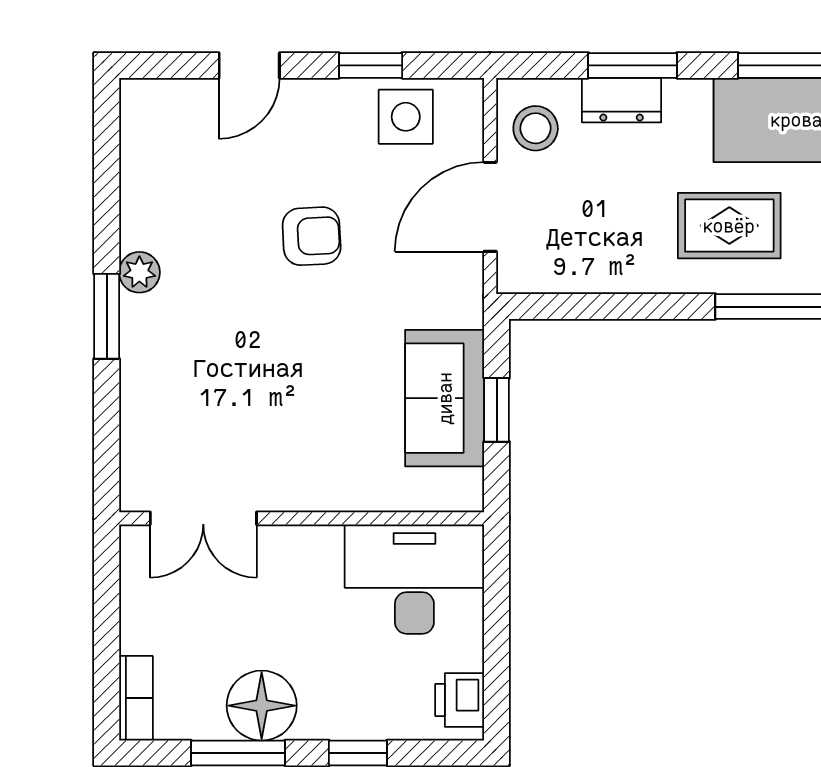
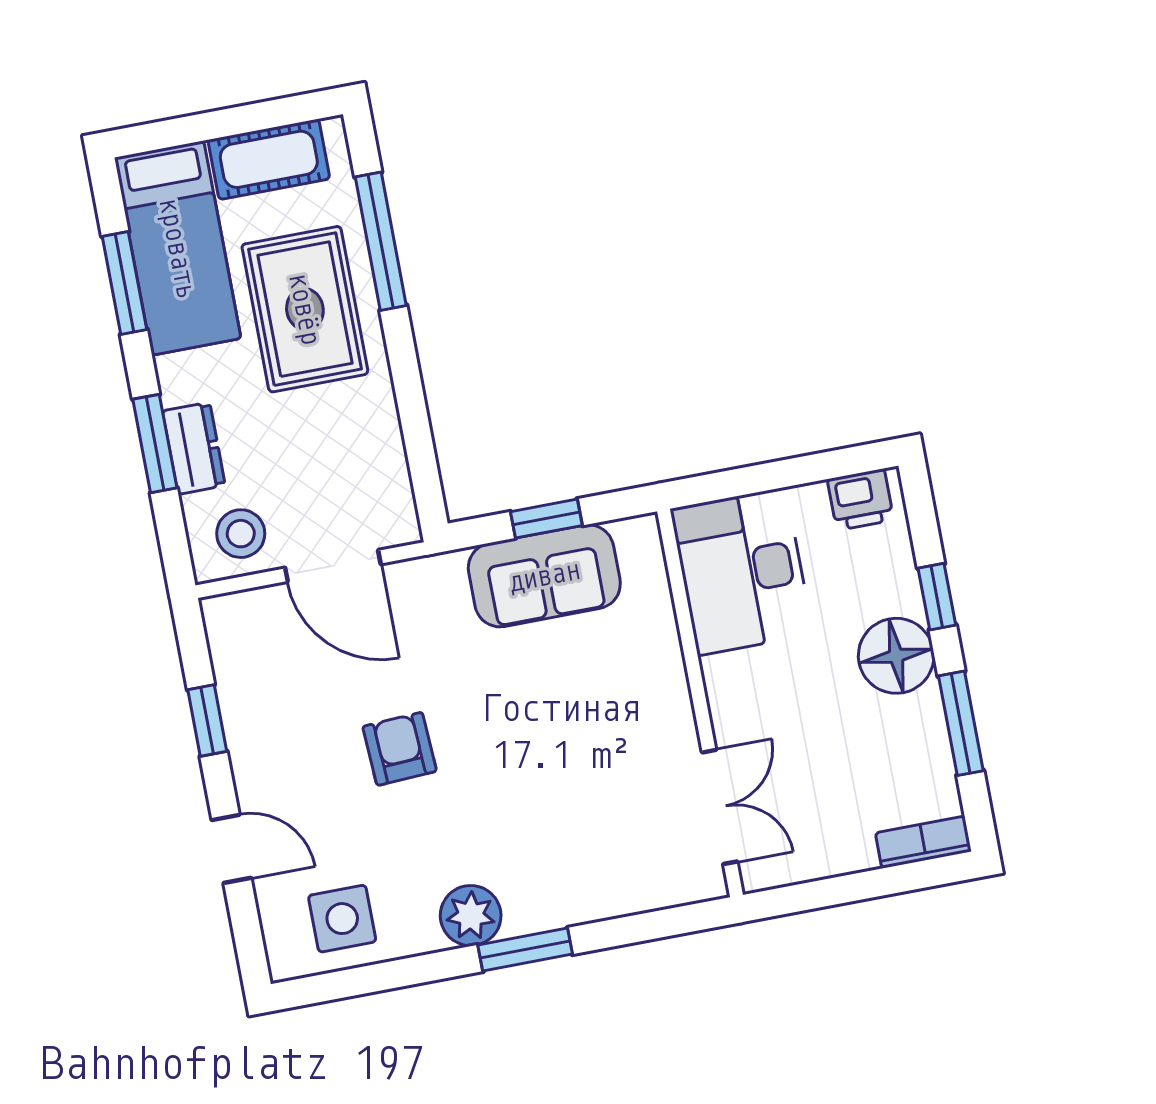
side table: (406, 117) -> (342, 919), moved
rug: (729, 226) -> (305, 309), width x1.36, depth x1.43
plant: (139, 272) -> (471, 916), width x1.38, depth x1.38
floor lamp: (262, 706) -> (896, 656), moved

